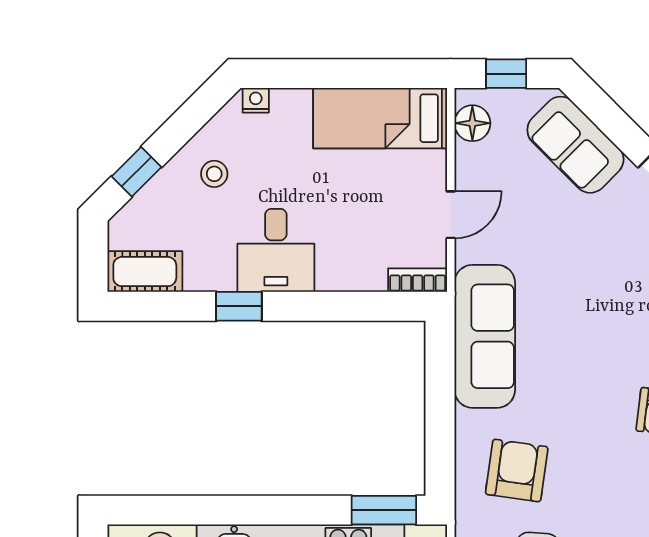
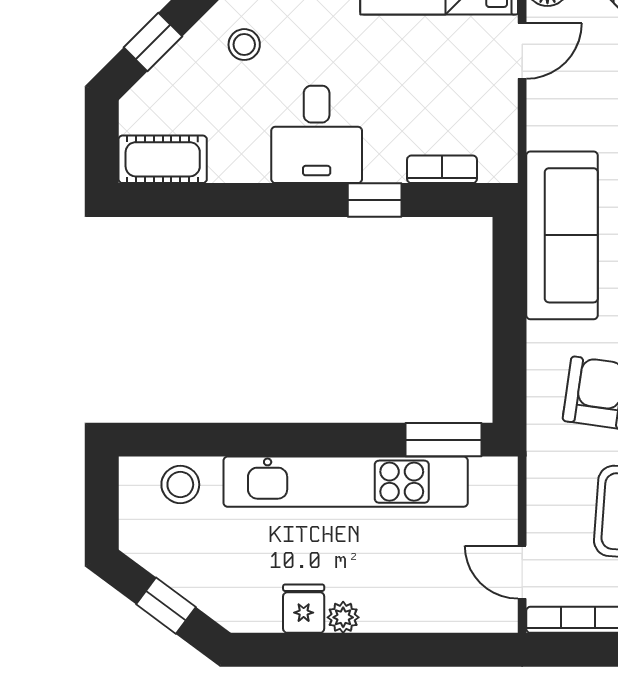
door: (451, 215) -> (522, 51), moved
bookcase: (418, 280) -> (442, 169), moved
window: (239, 306) -> (375, 200), moved

